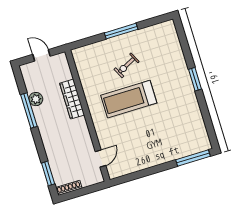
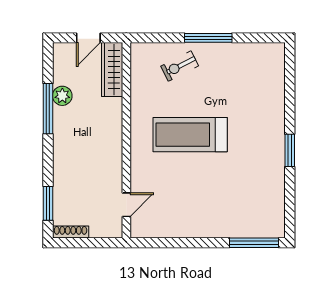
door: (42, 55) -> (88, 38), swing flipped
exercise bike: (127, 65) -> (180, 66), moved
window: (195, 79) -> (290, 150), moved
wardrobe: (72, 99) -> (112, 70), moved

